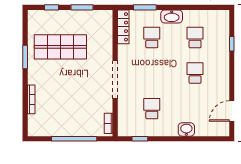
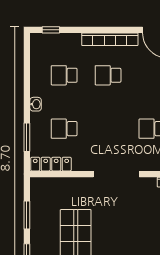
washbasin: (172, 16) -> (36, 104), width x0.52, depth x0.69
window: (232, 44) -> (51, 30), moved
bookcase: (224, 74) -> (110, 39), added

